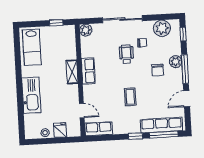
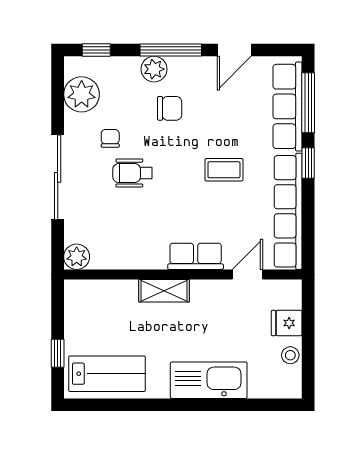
window: (56, 23) -> (58, 353), moved
row of seats: (88, 71) -> (196, 256), moved
door: (187, 99) -> (234, 50), hinge flipped
row of seats: (99, 129) -> (288, 211), width x2.02

